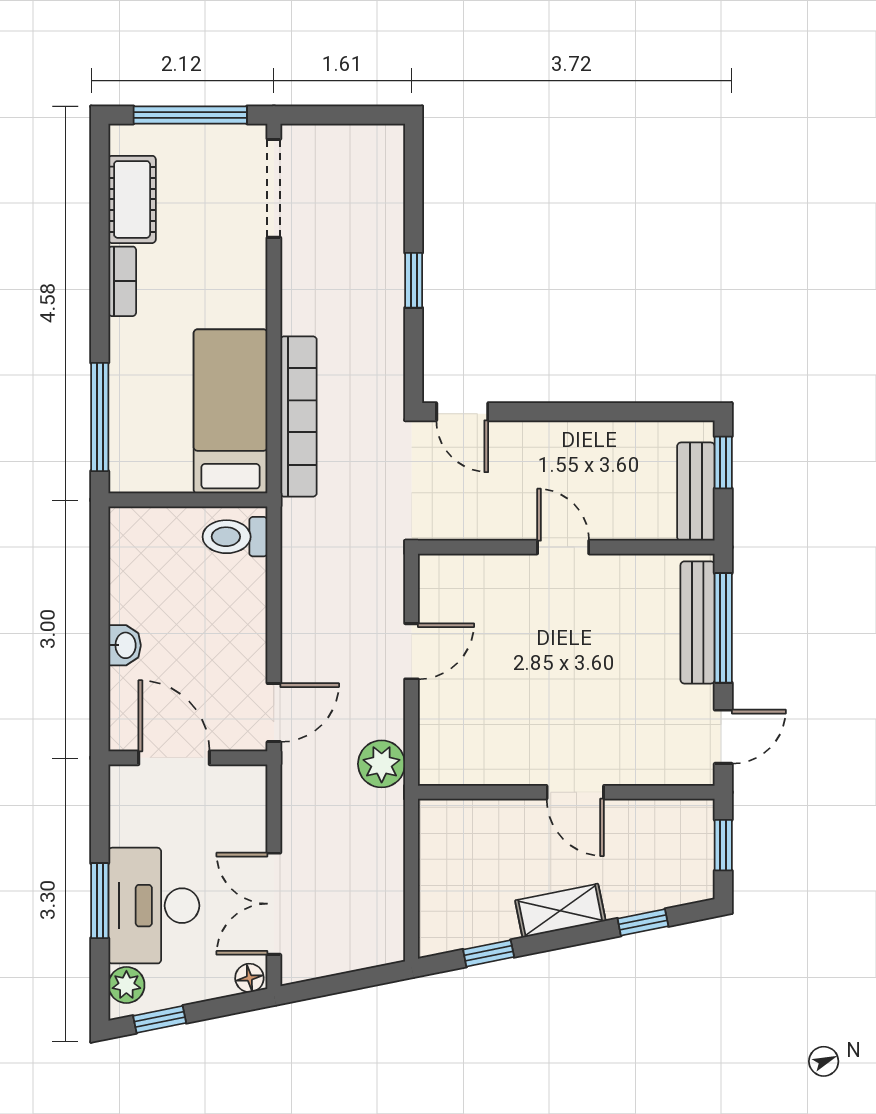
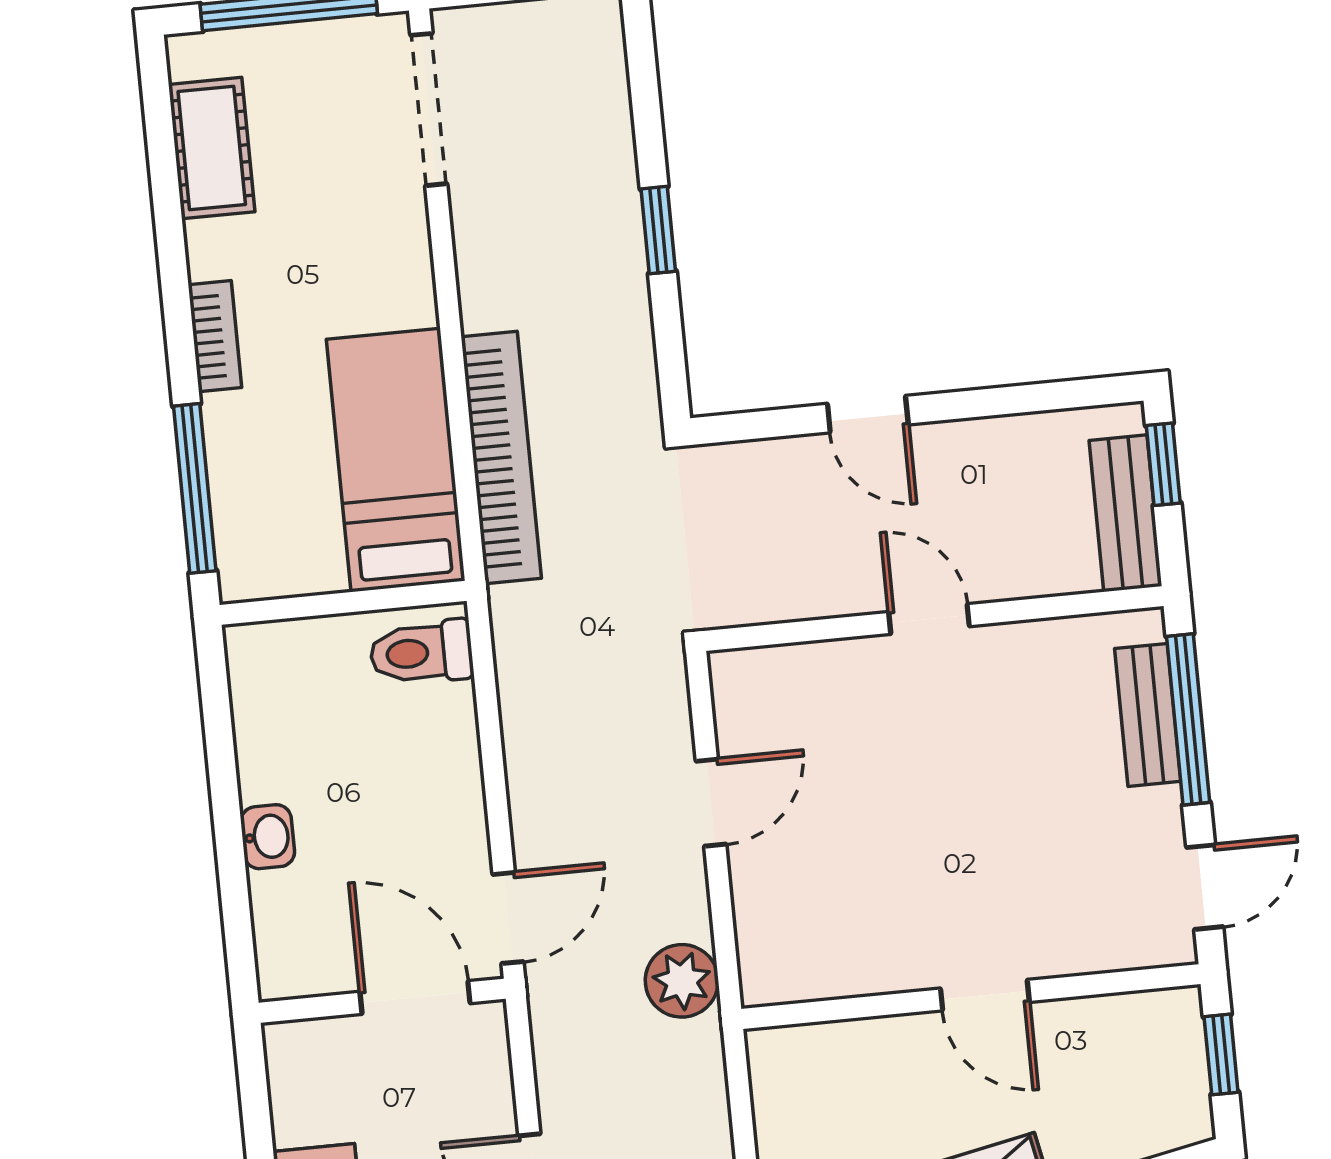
bookcase: (122, 281) -> (215, 336), moved
door: (462, 412) -> (868, 414), moved
bench: (698, 622) -> (1148, 715), width x0.73
door: (174, 758) -> (415, 997), moved

